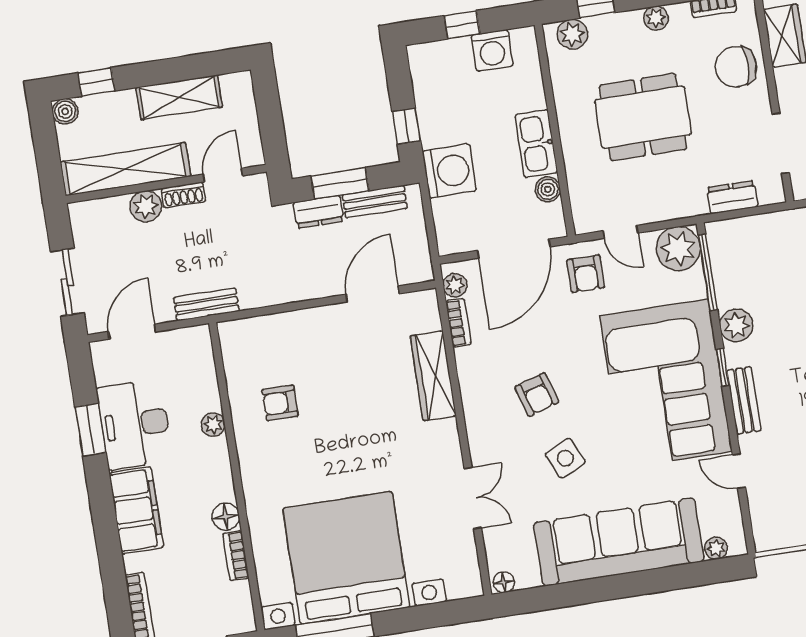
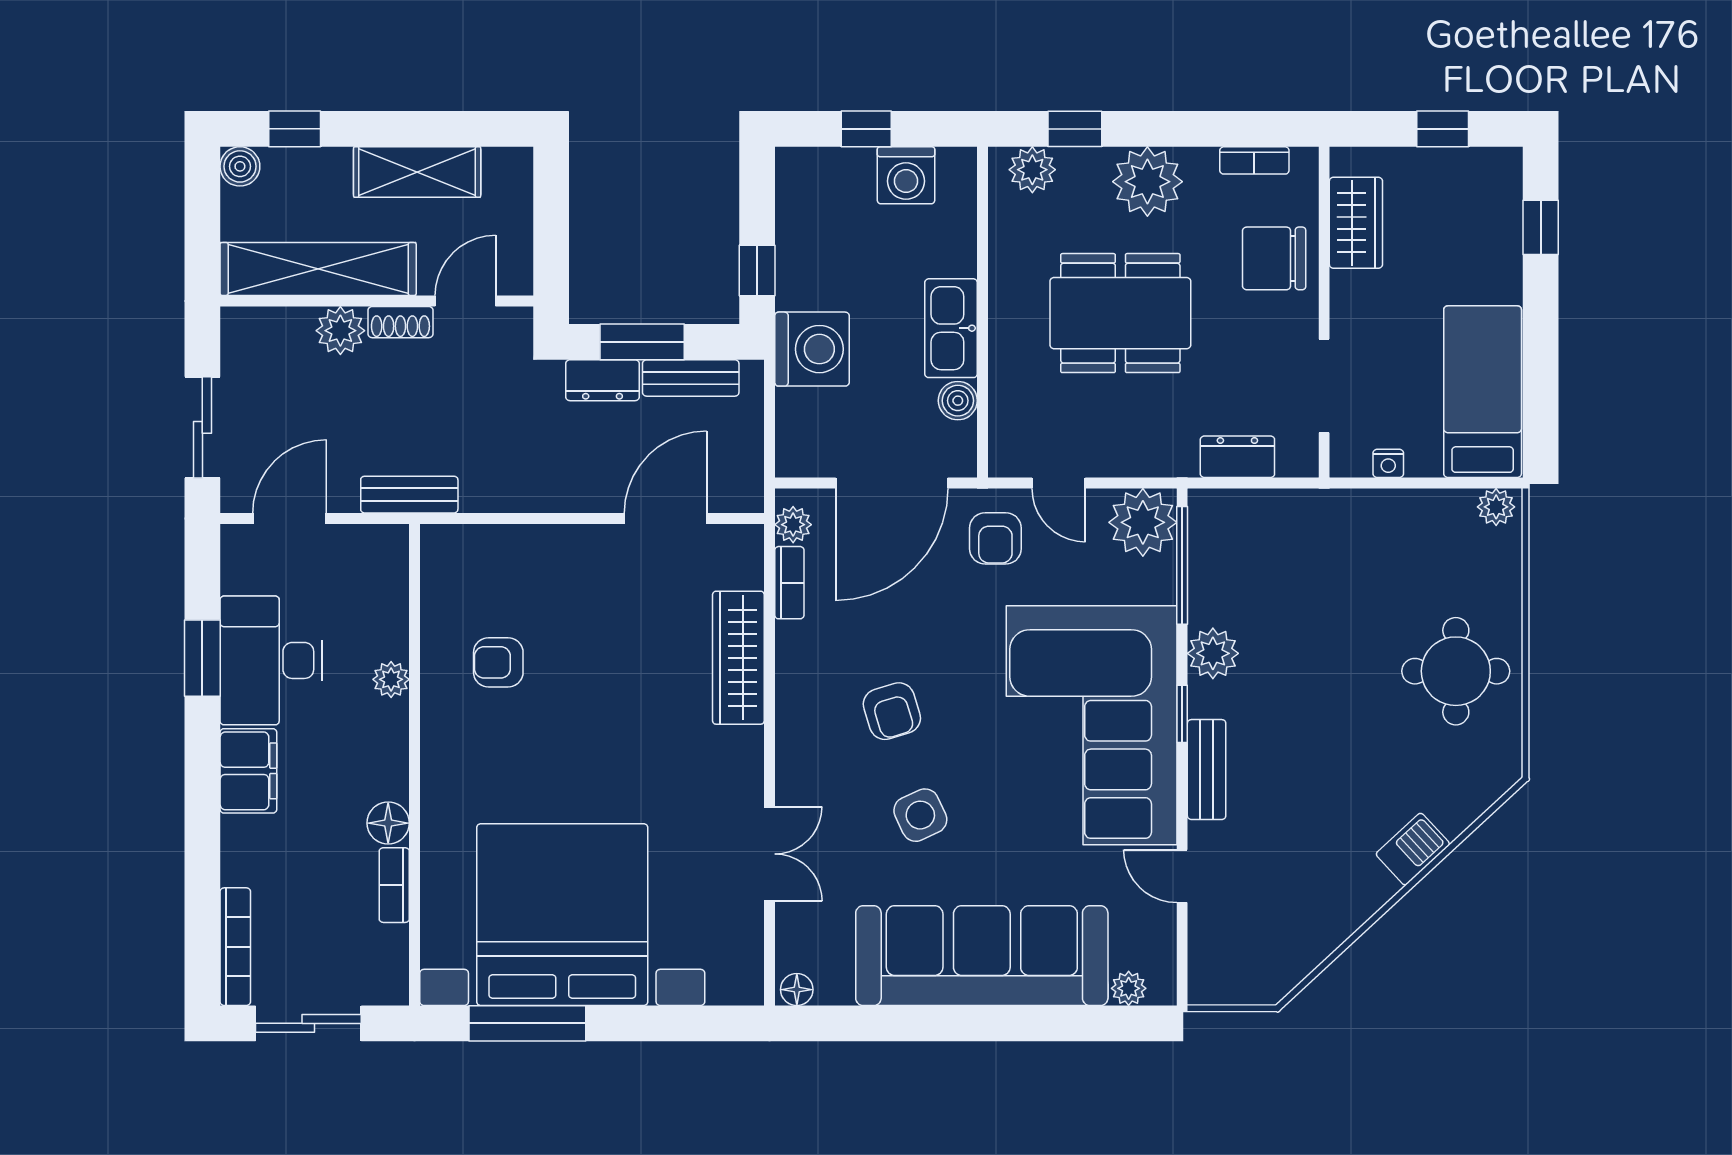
plant: (656, 18) -> (1147, 182), width x1.88, depth x1.88
filing cabinet: (136, 510) -> (248, 771), width x0.67, depth x0.86

